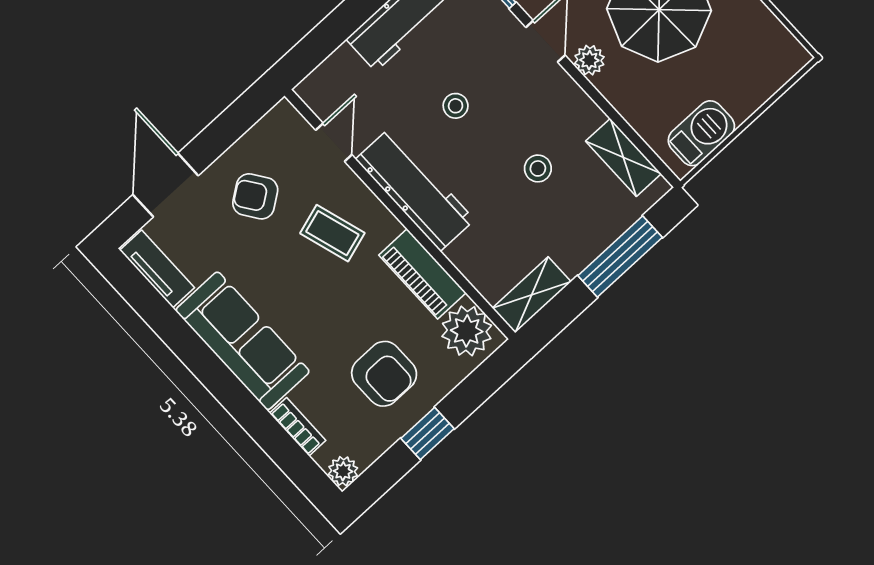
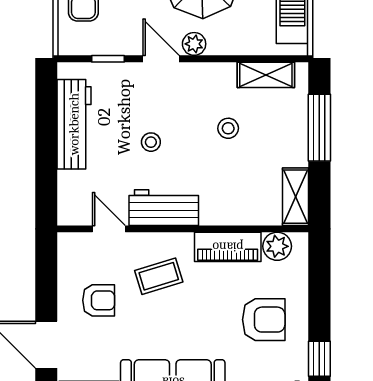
workbench: (415, 189) -> (164, 208), width x0.73
armchair: (255, 196) -> (99, 300), turned -145
plant: (467, 331) -> (277, 246), width x0.73, depth x0.73
window: (427, 434) -> (319, 359), moved

